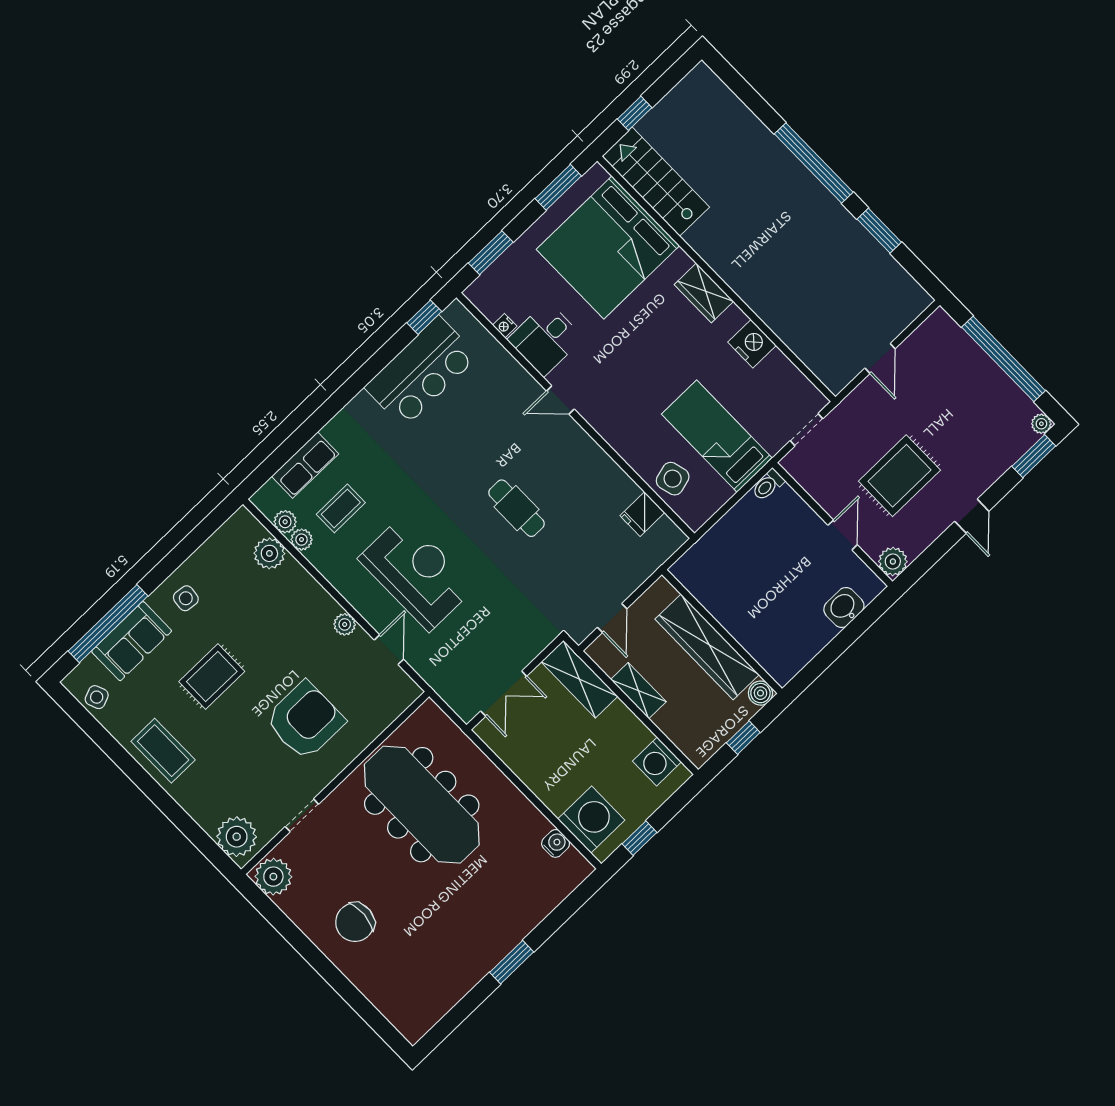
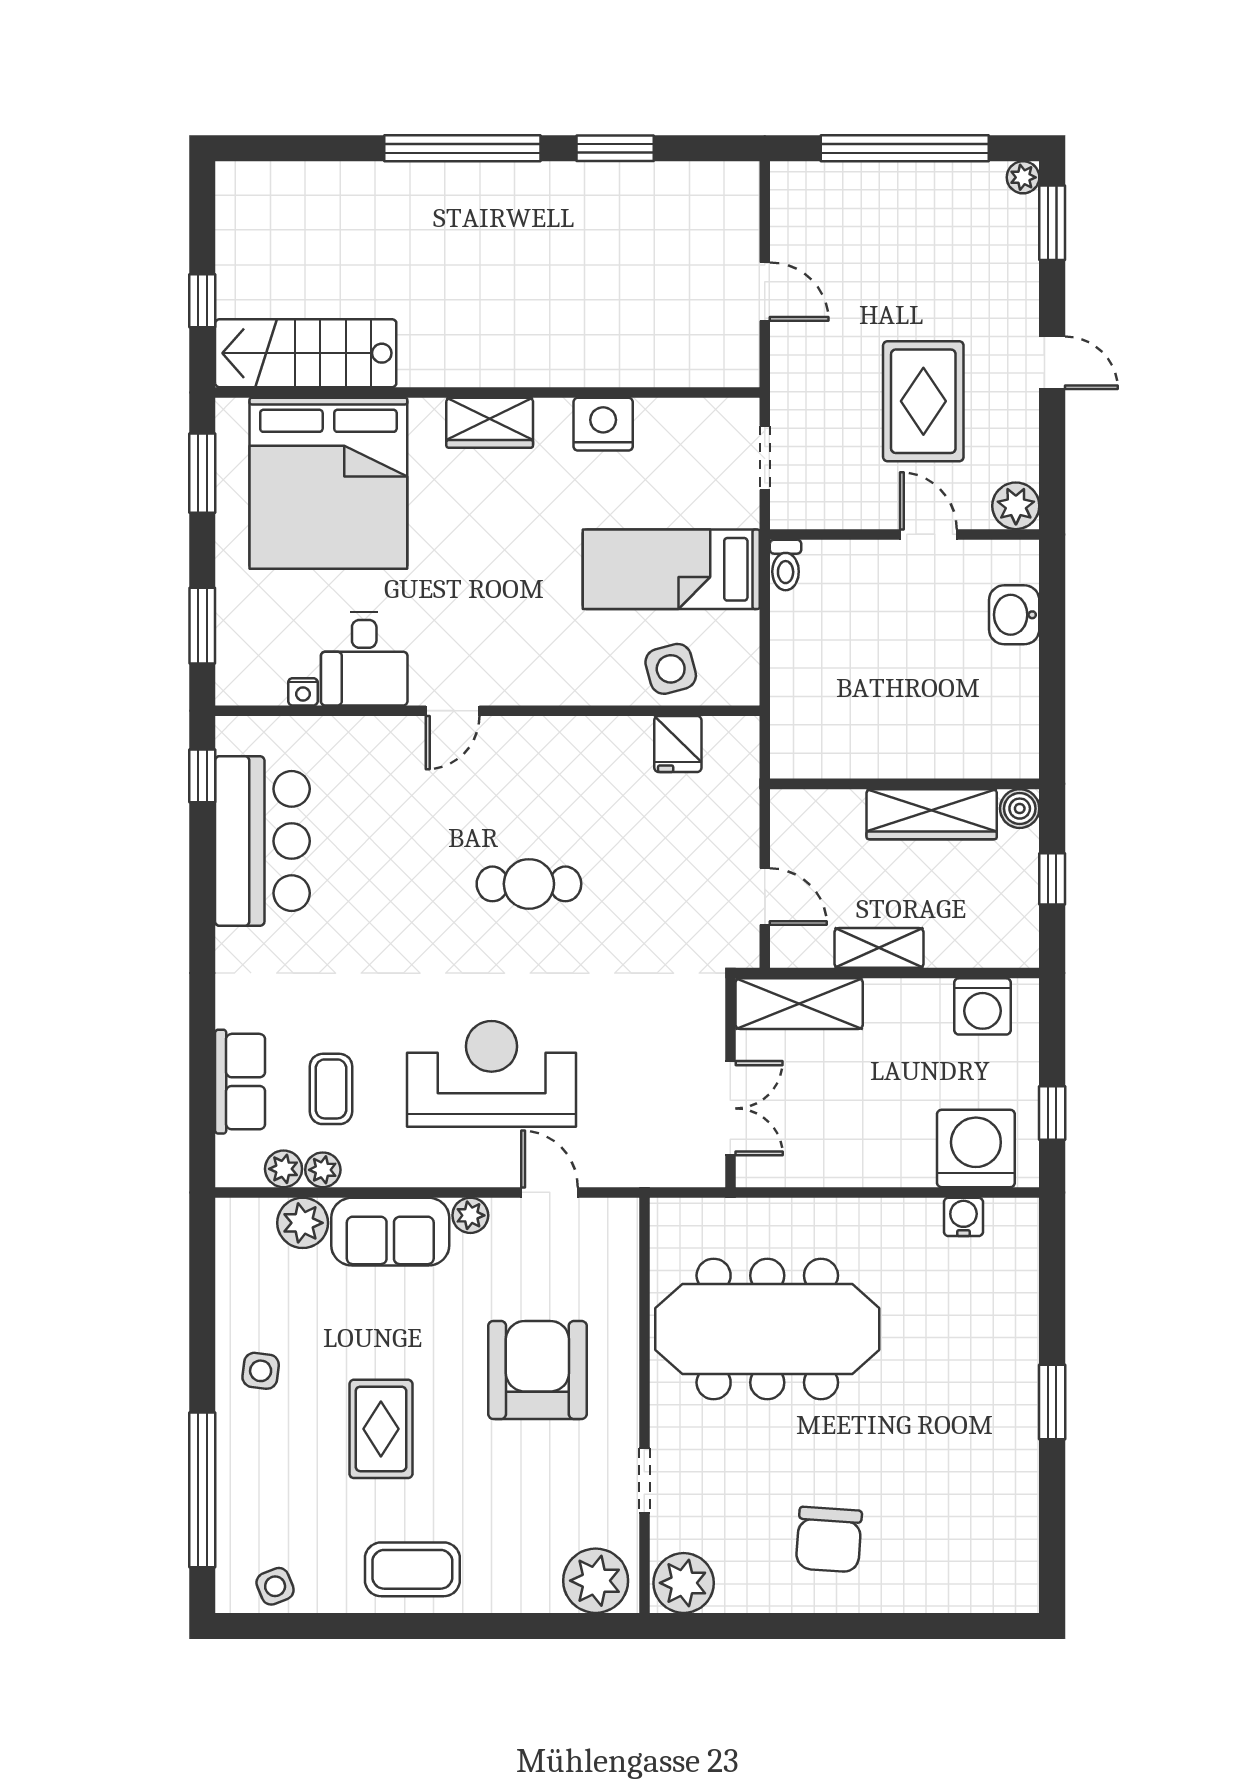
sofa: (132, 641) -> (390, 1232), moved, turned 90
wardrobe: (707, 647) -> (932, 814), width x0.71, depth x0.85

